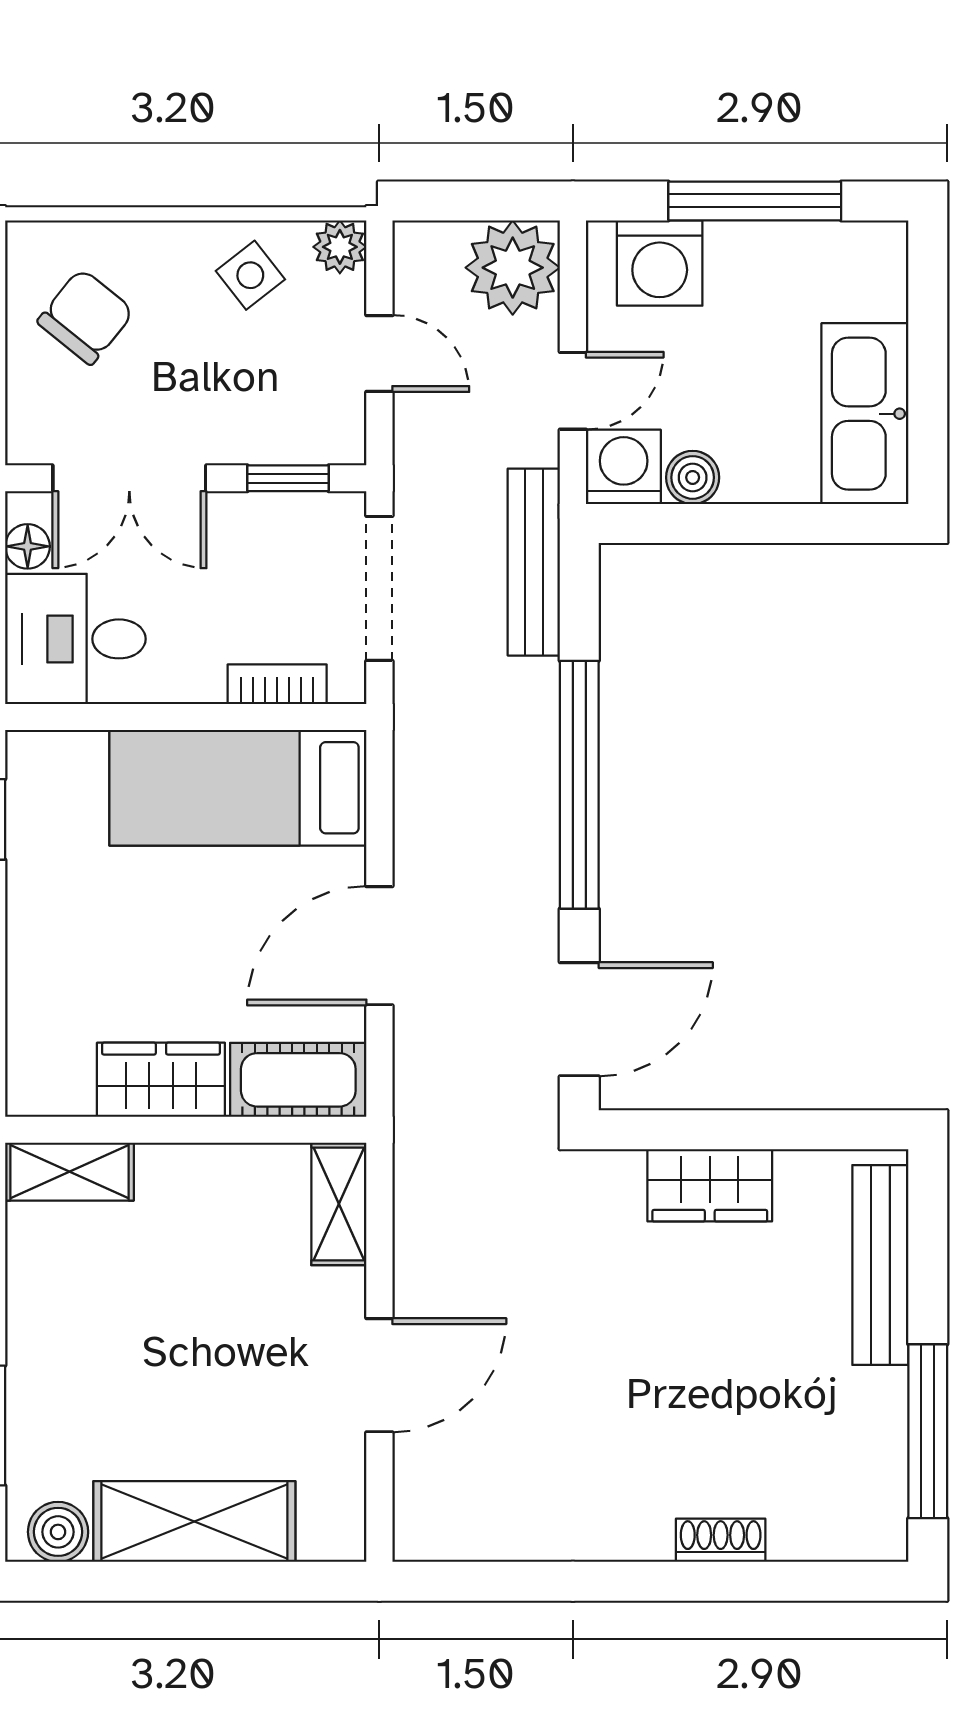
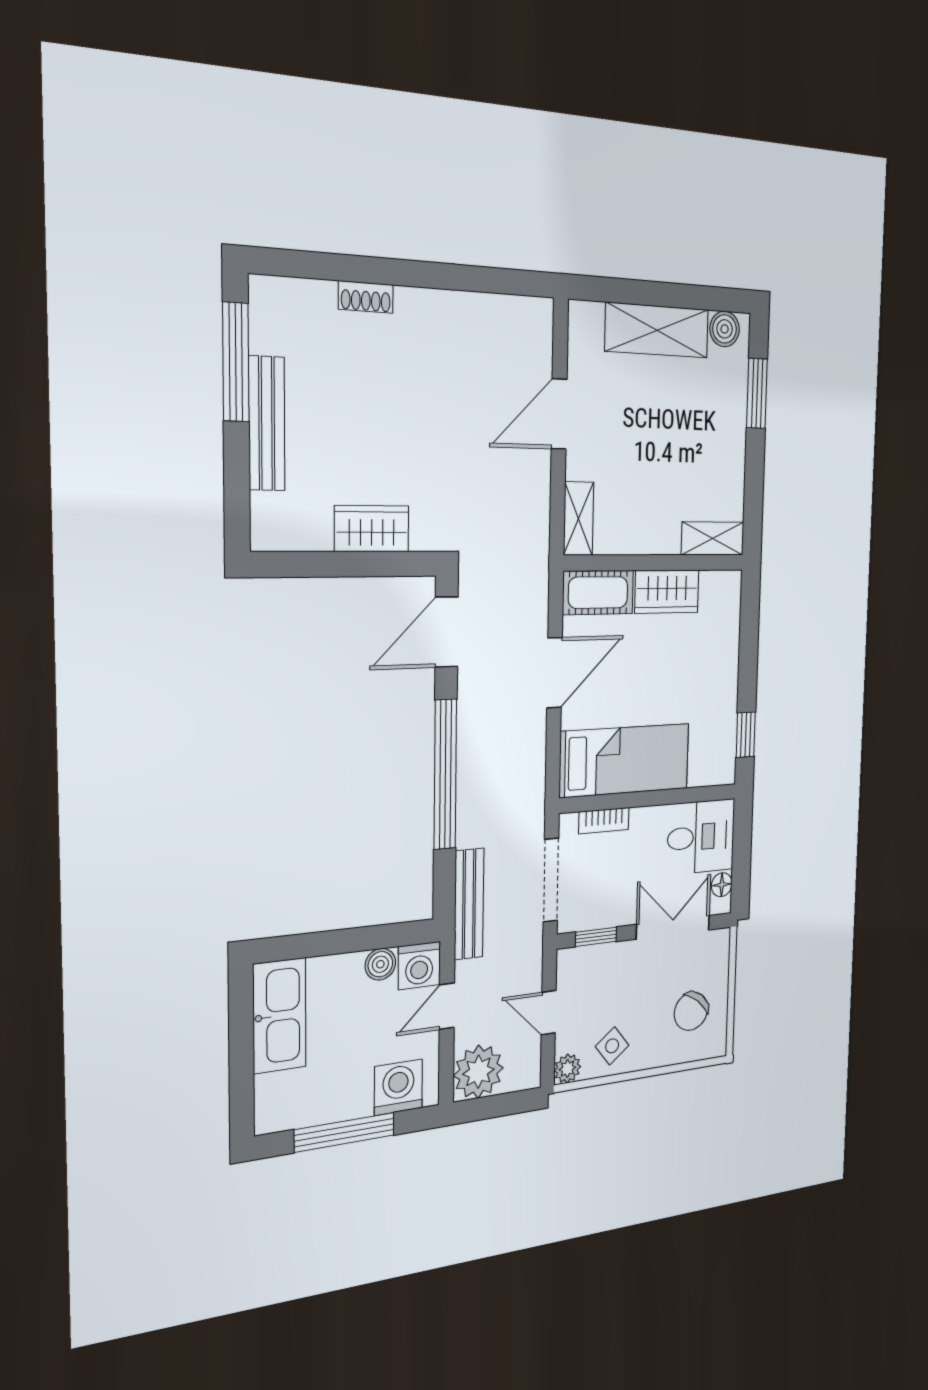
bench: (880, 1265) -> (267, 424), moved

